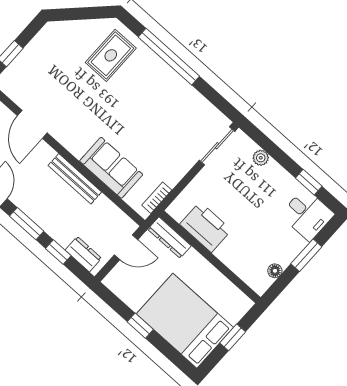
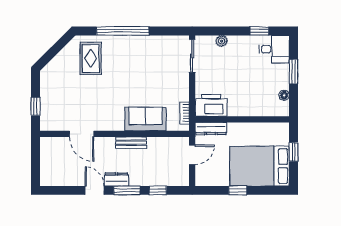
bench: (75, 179) -> (131, 143), width x0.73
printer: (206, 227) -> (211, 105), moved
dresser: (83, 254) -> (116, 179), moved

